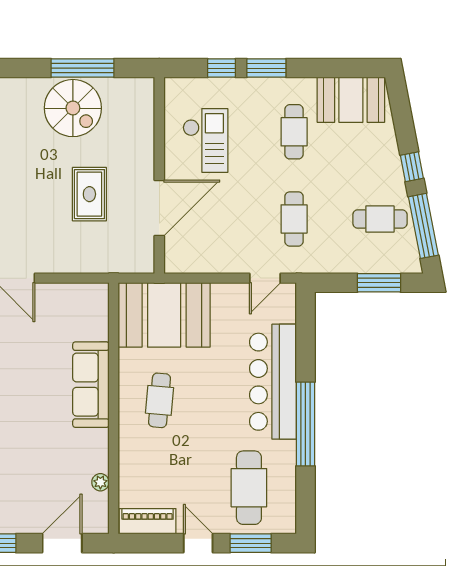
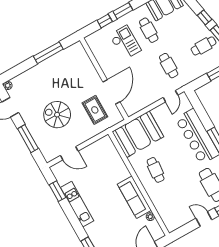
spiral stairs: (73, 108) -> (57, 115), moved, turned 180
checkout: (205, 140) -> (125, 43), moved
rug: (89, 194) -> (95, 110), moved
sofa: (91, 385) -> (134, 197), moved
piano: (148, 521) -> (178, 222), removed

